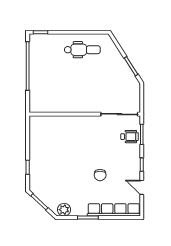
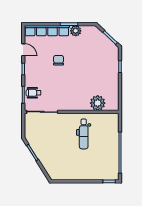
dental chair: (82, 50) -> (84, 134), moved, turned -90
plant: (54, 125) -> (98, 103), added
plant: (64, 210) -> (76, 31), moved

